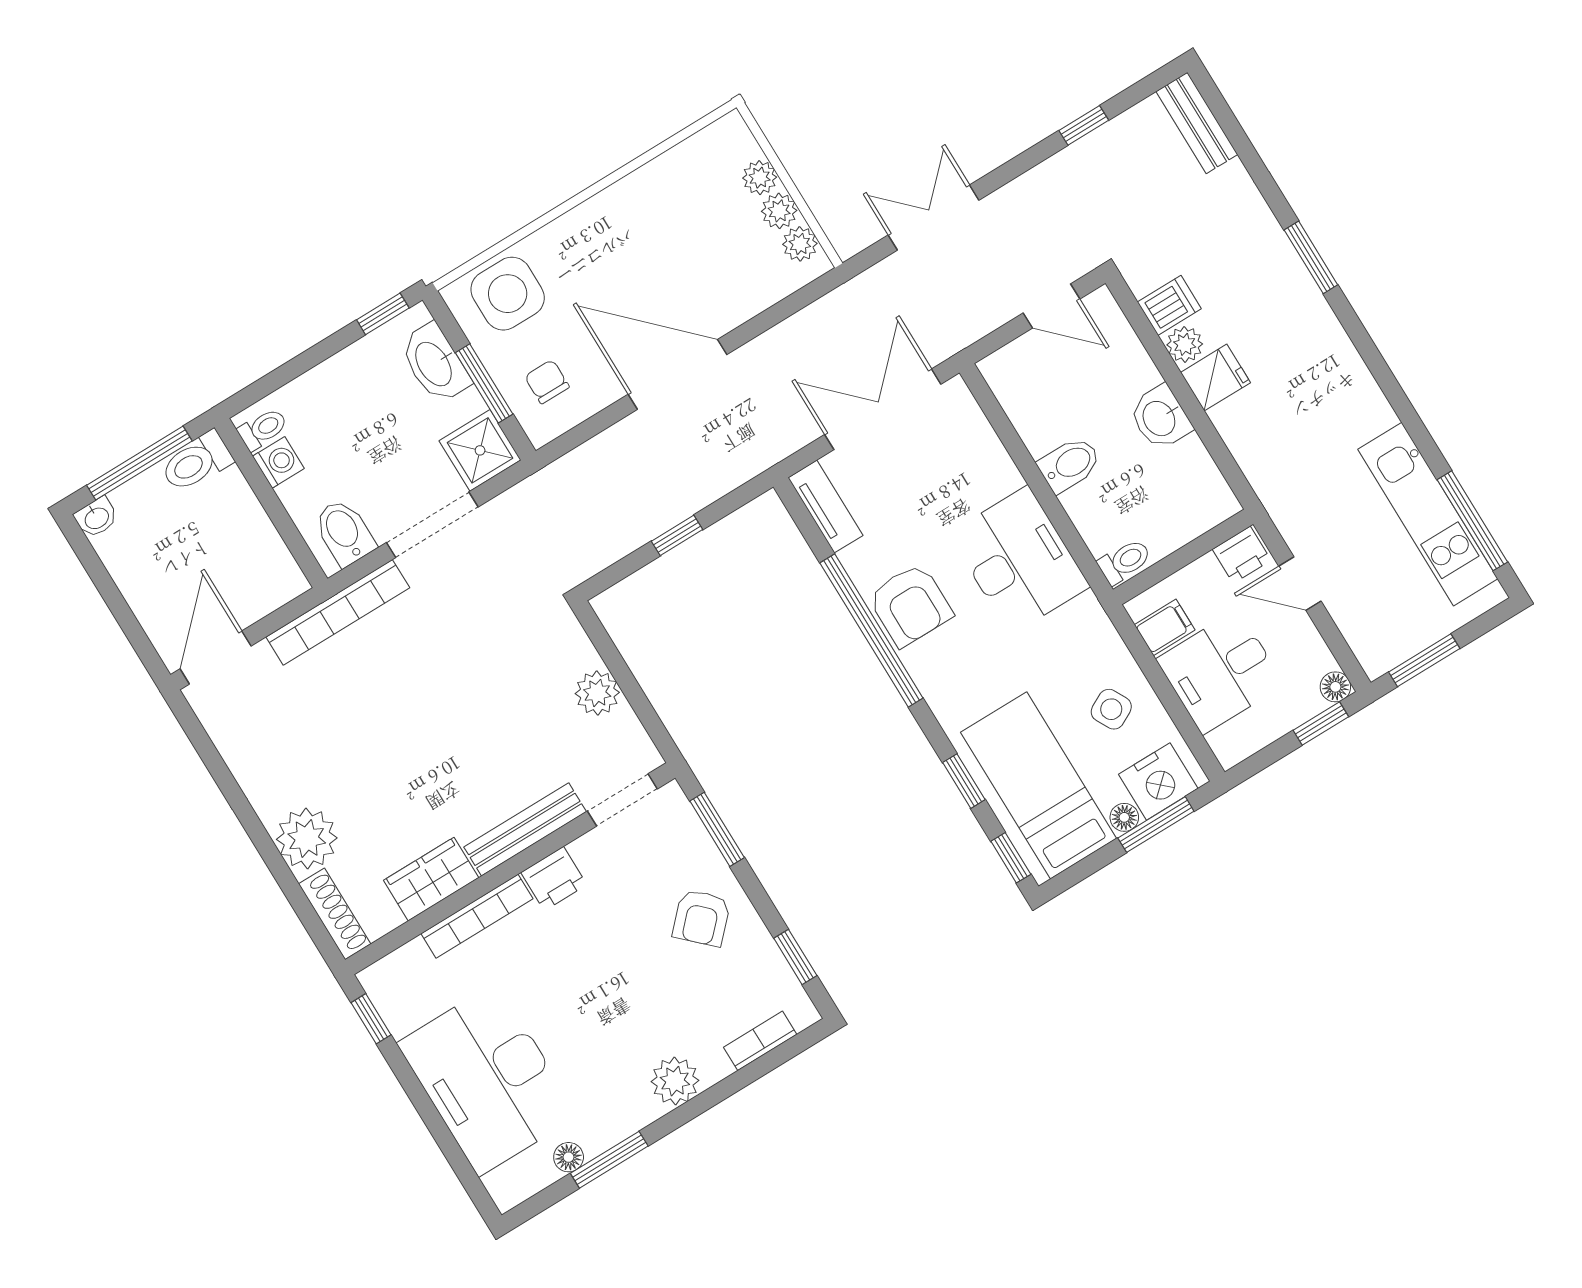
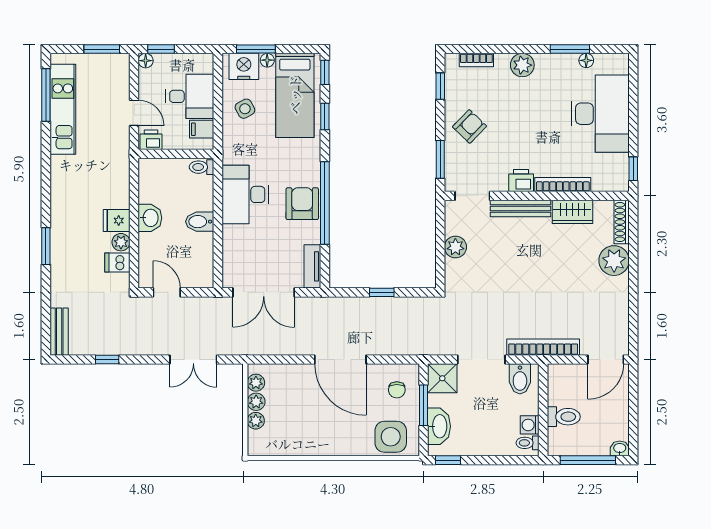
toilet: (197, 462) -> (564, 417), moved

